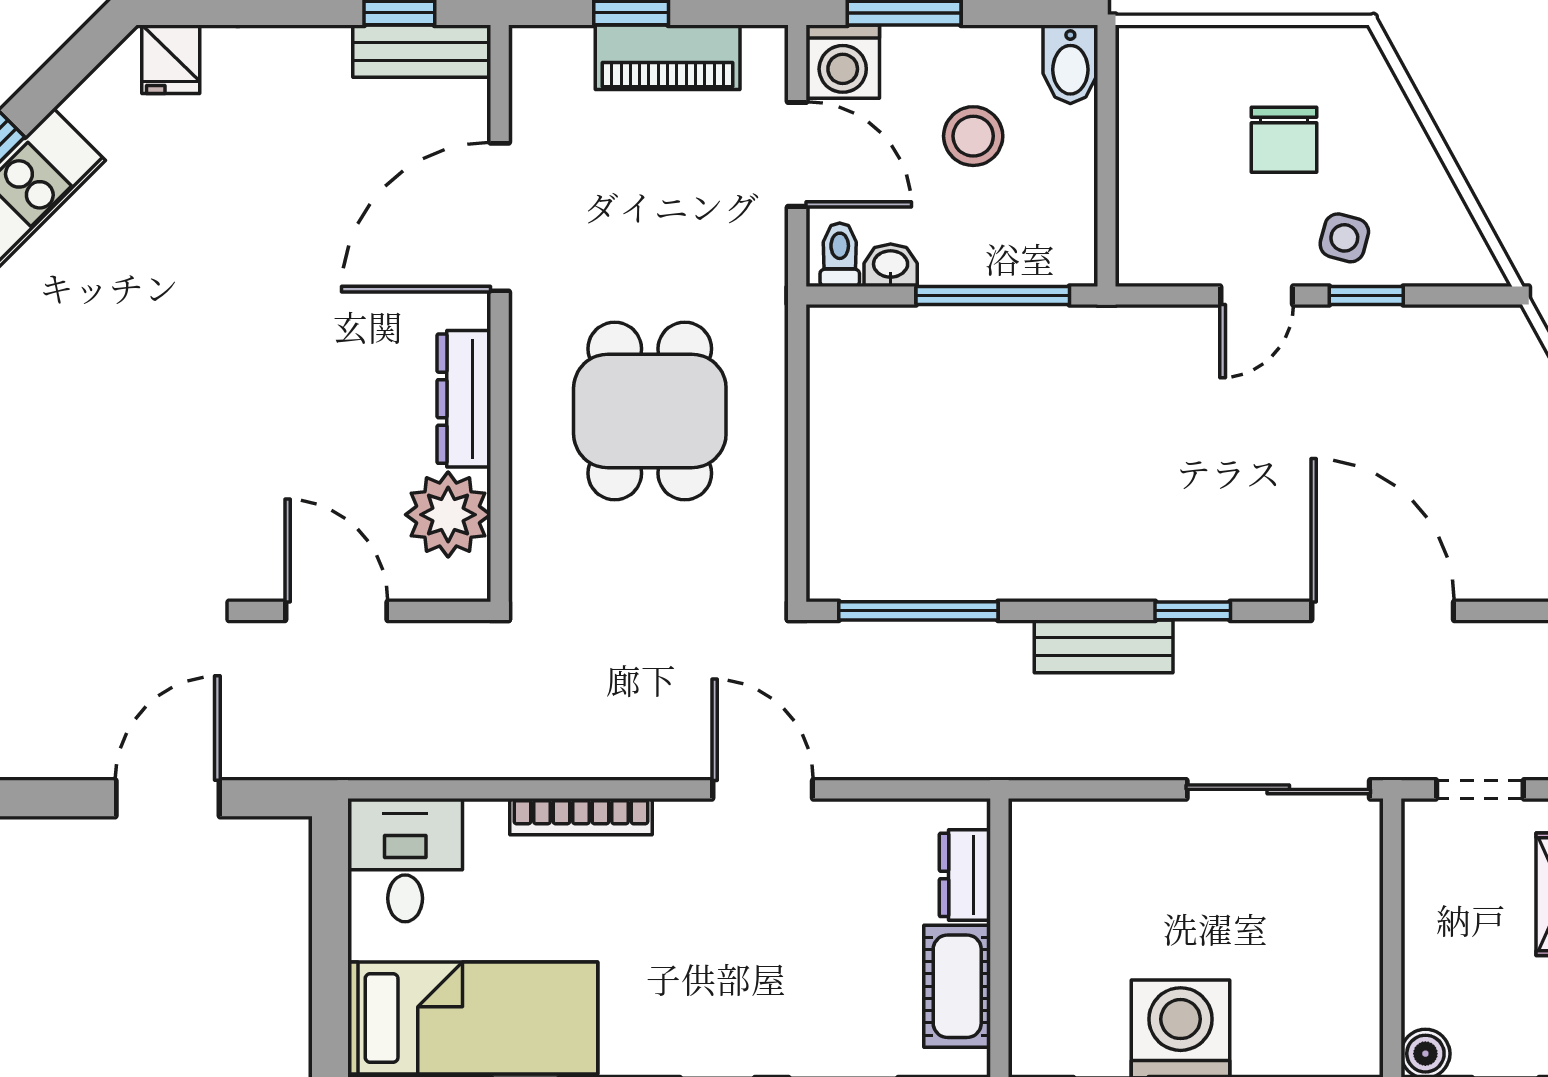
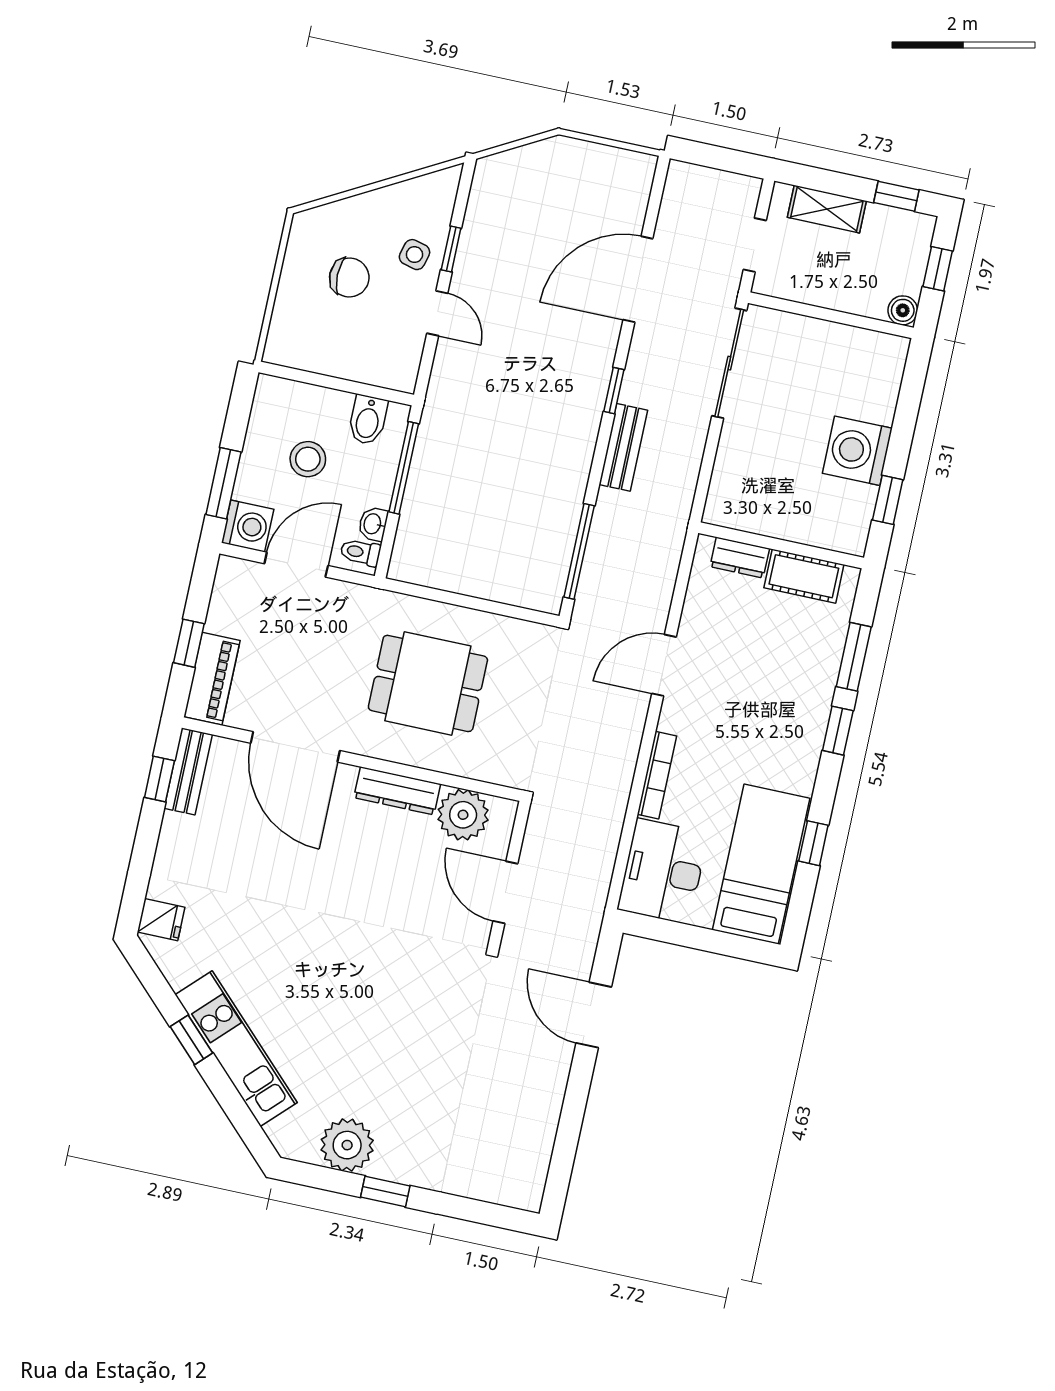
piano: (668, 57) -> (212, 679), moved
bidet: (1070, 64) -> (368, 420), moved, turned 90
door: (336, 611) -> (505, 892), hinge flipped
desk: (405, 860) -> (663, 871), width x1.37

